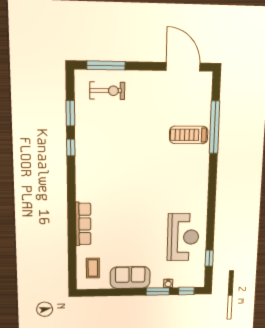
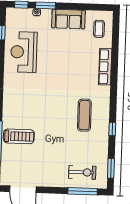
exercise bike: (107, 91) -> (82, 172), turned 180
window: (70, 113) -> (111, 168), moved
exercise mat: (107, 164) -> (84, 115), added

